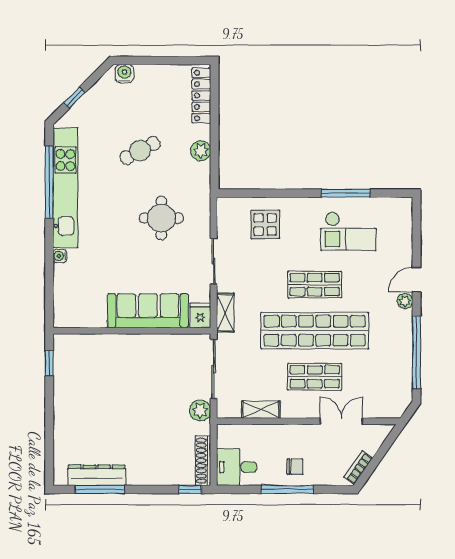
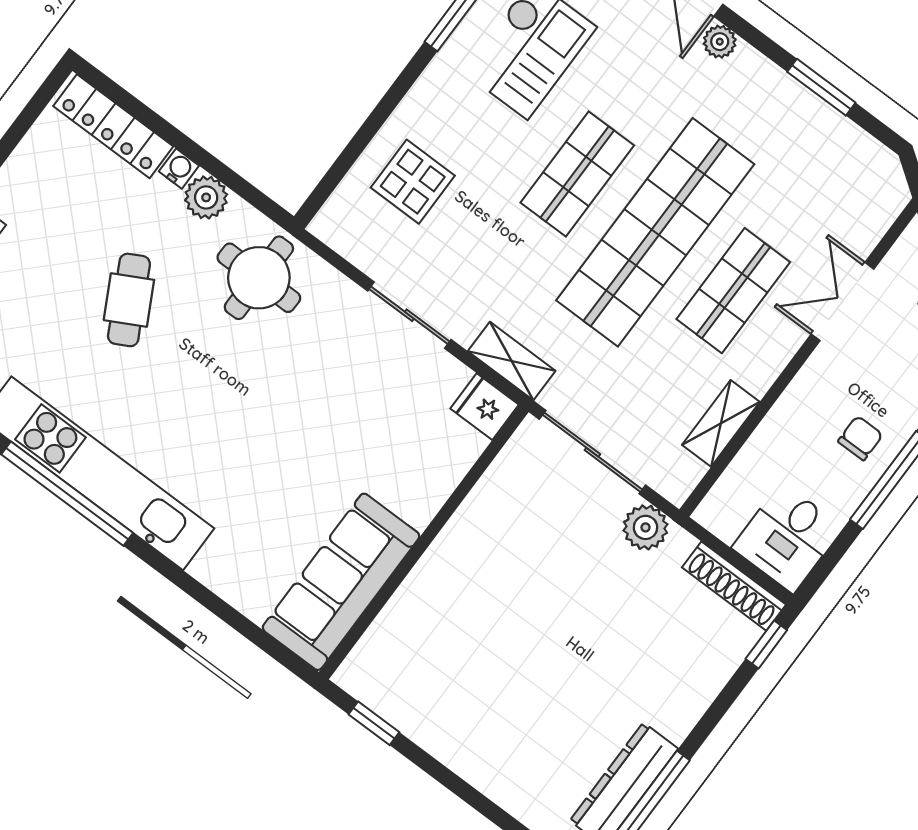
round table: (161, 218) -> (259, 278), moved
water cooler: (60, 256) -> (179, 169), moved, turned 180
sofa: (148, 311) -> (341, 582), moved
window: (417, 352) -> (821, 87), width x0.47

